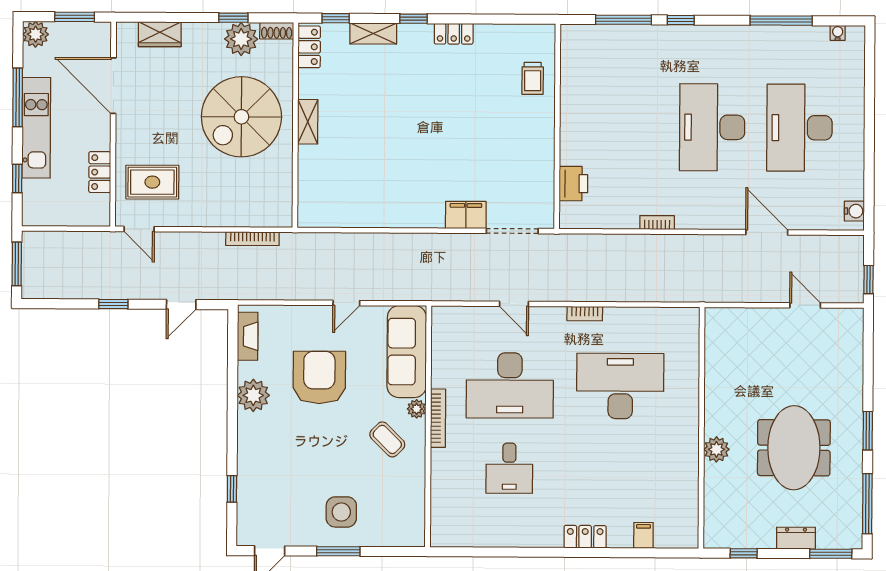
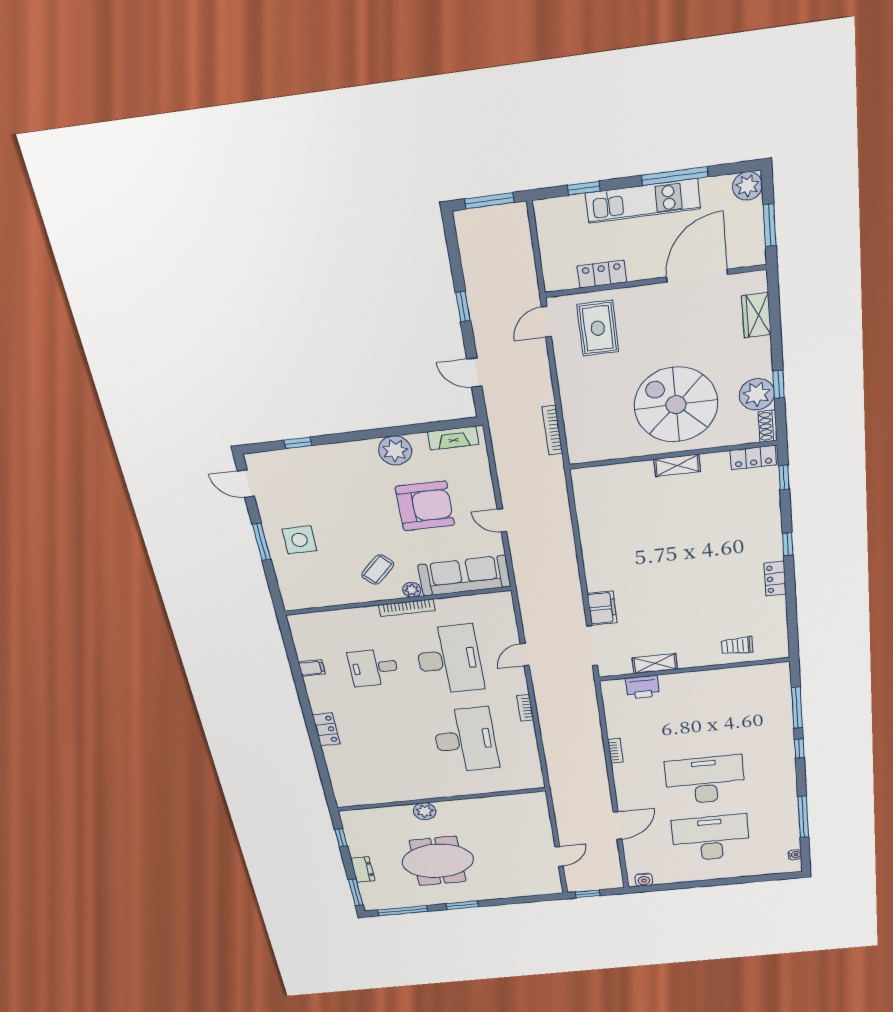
shelving: (373, 33) -> (655, 664), moved, turned 90
desk: (510, 385) -> (449, 660), turned 180
filing cabinet: (643, 535) -> (312, 668), moved

